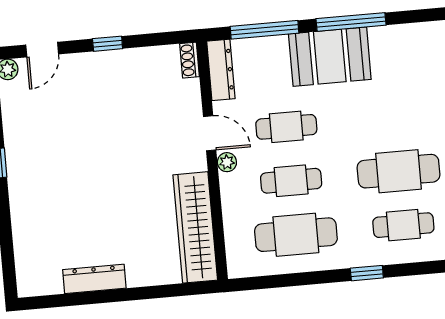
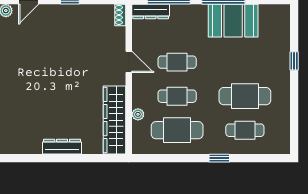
booth: (330, 57) -> (233, 21), moved
dresser: (221, 70) -> (151, 11), moved, turned 90
plant: (227, 162) -> (138, 114), moved
dresser: (94, 279) -> (62, 147), moved

